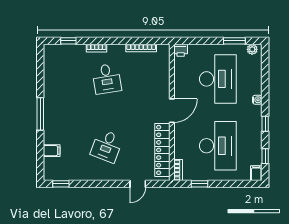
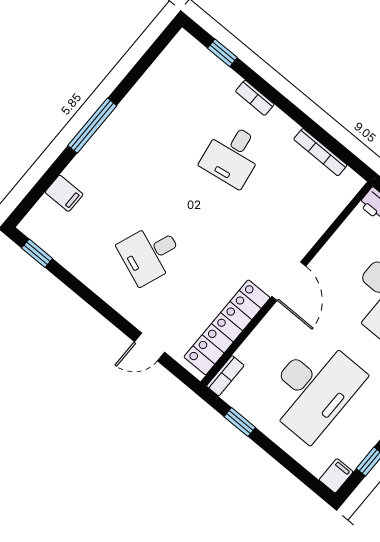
door: (172, 111) -> (289, 281), hinge flipped

